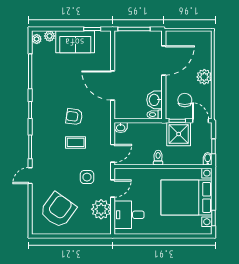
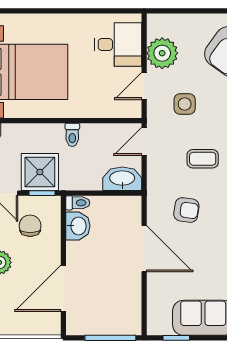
chair: (185, 100) -> (30, 226), turned 180
armchair: (74, 117) -> (186, 210), moved
washbasin: (121, 127) -> (122, 179), width x1.91, depth x1.45

